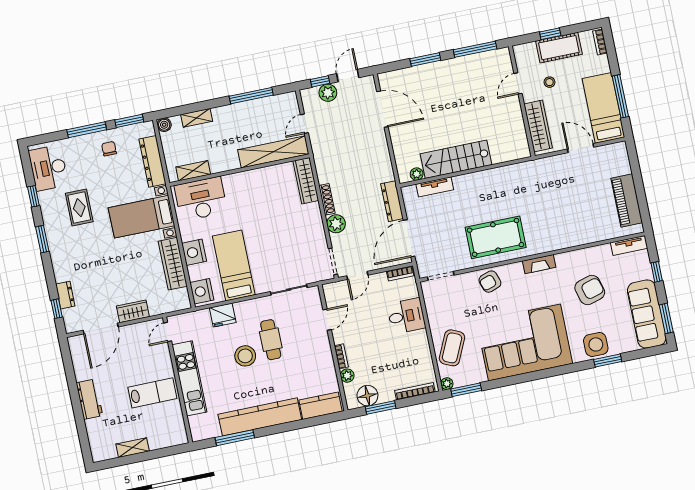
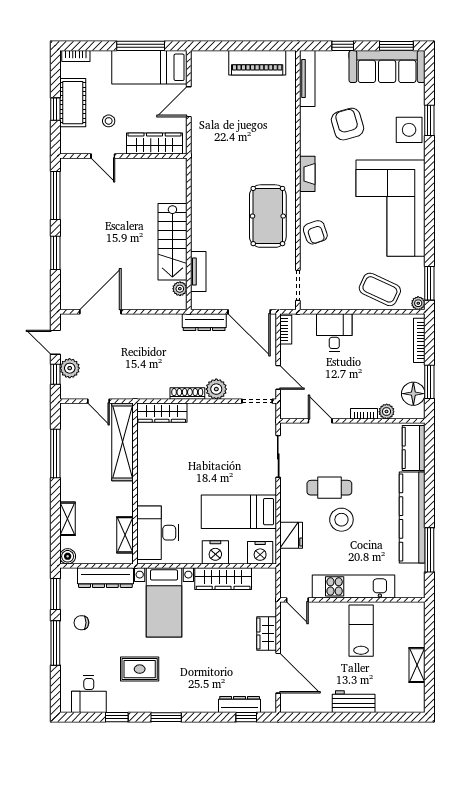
desk: (48, 168) -> (89, 694), width x0.73
tv unit: (629, 245) -> (307, 79), width x1.41
dresser: (65, 295) -> (240, 704), width x1.44

